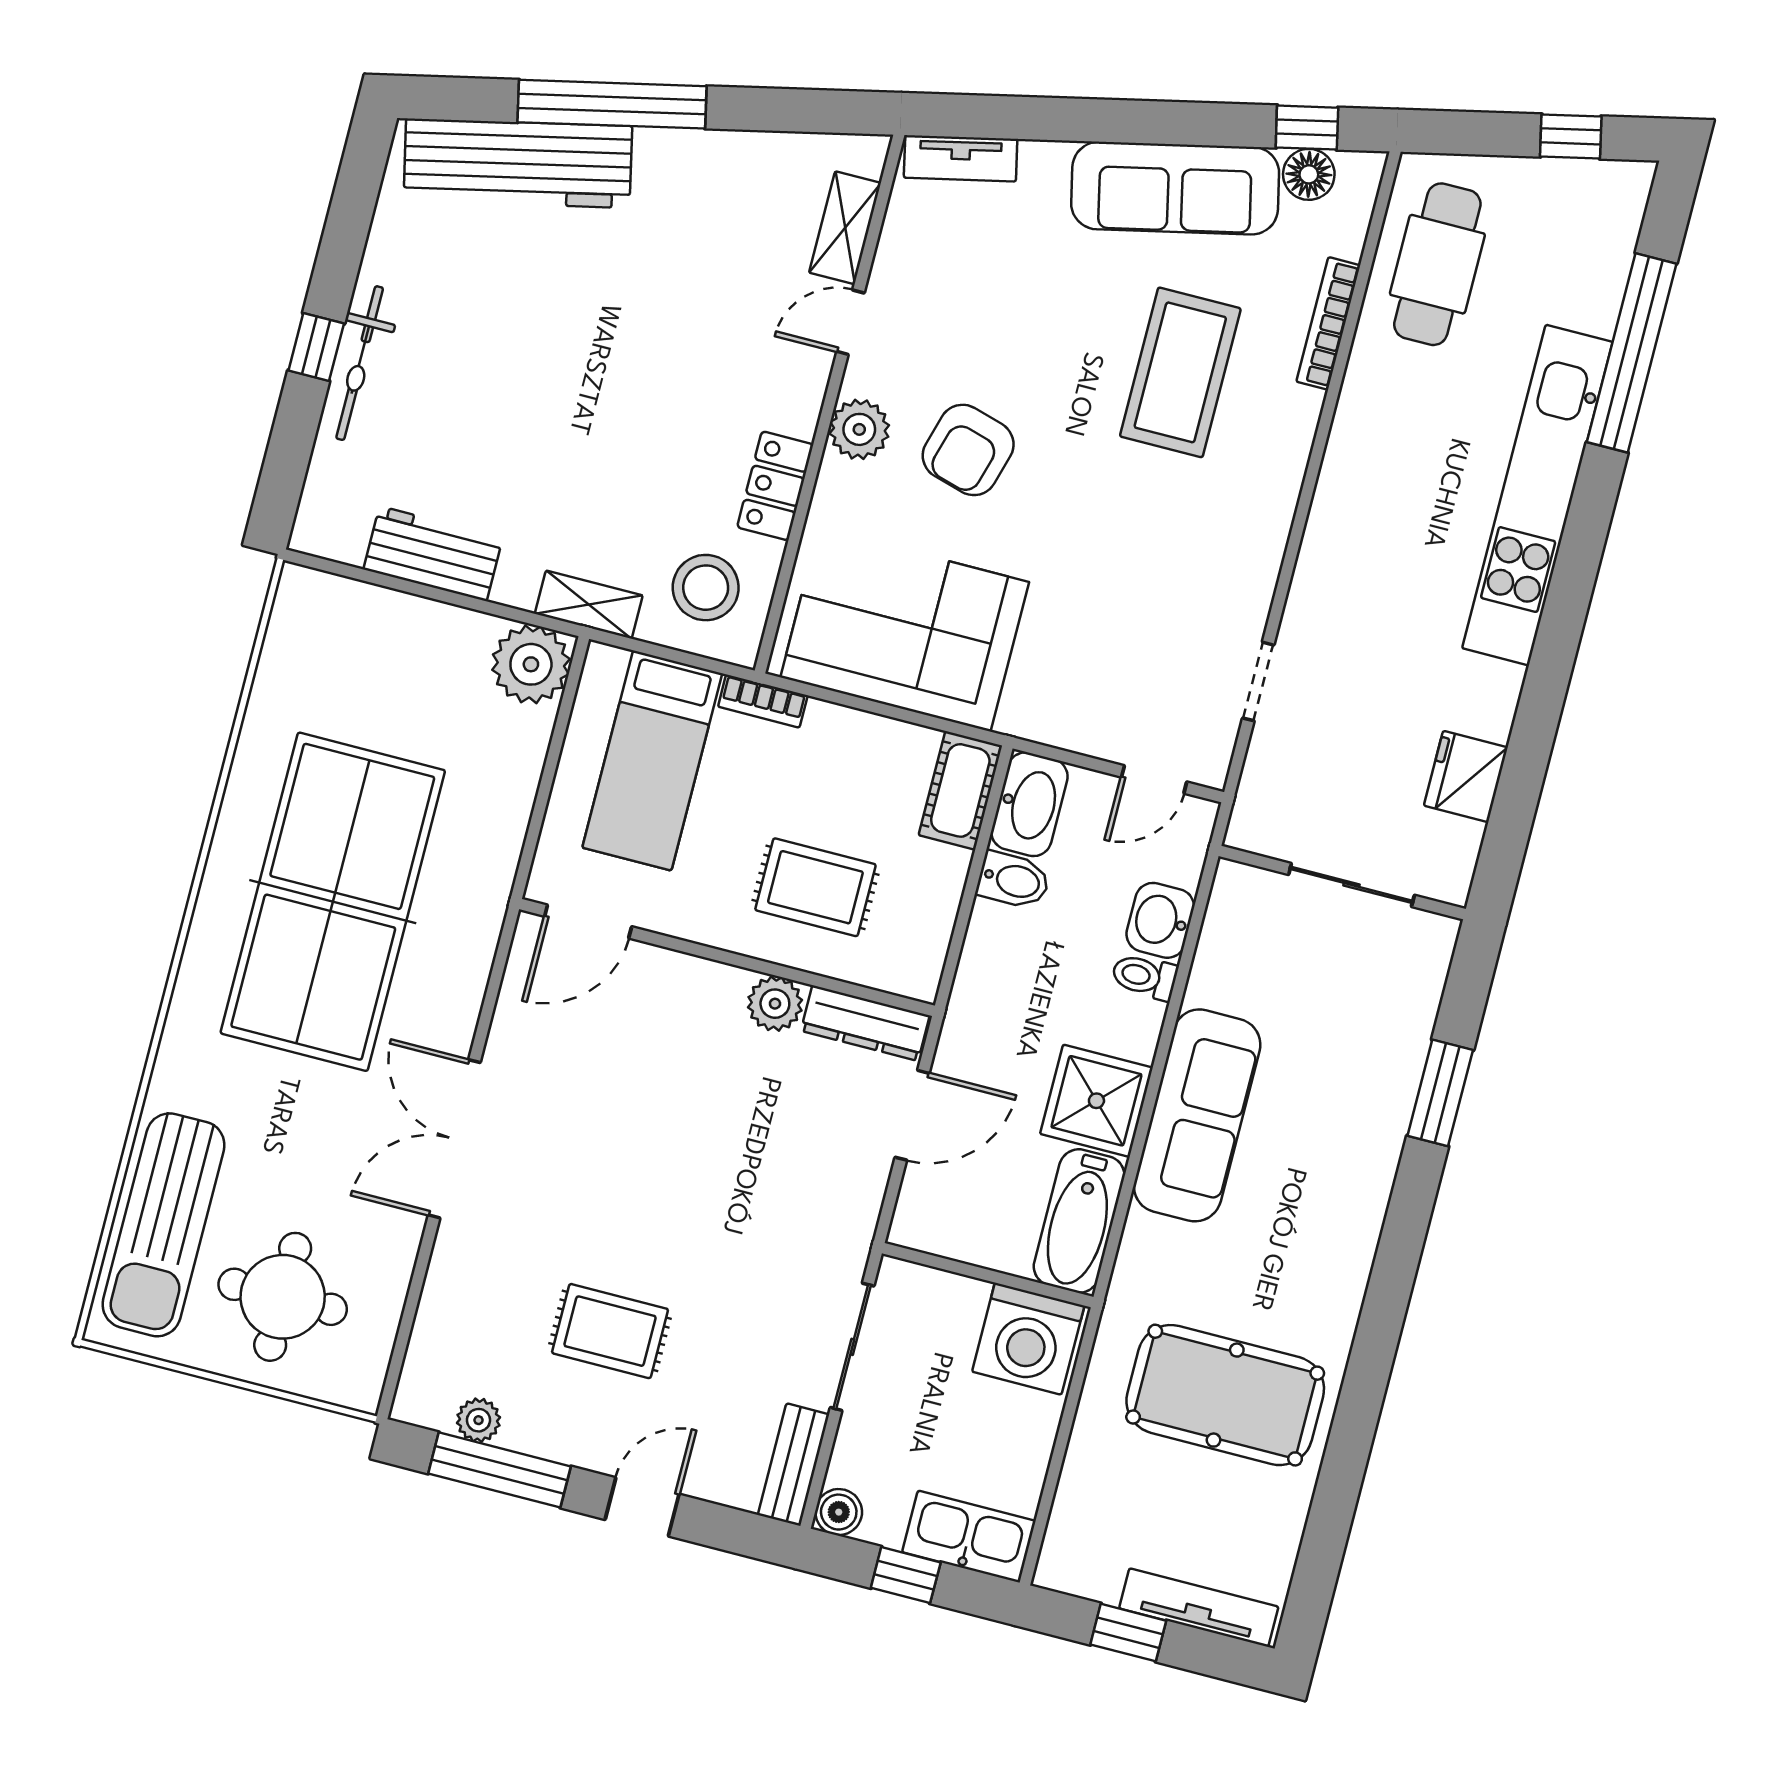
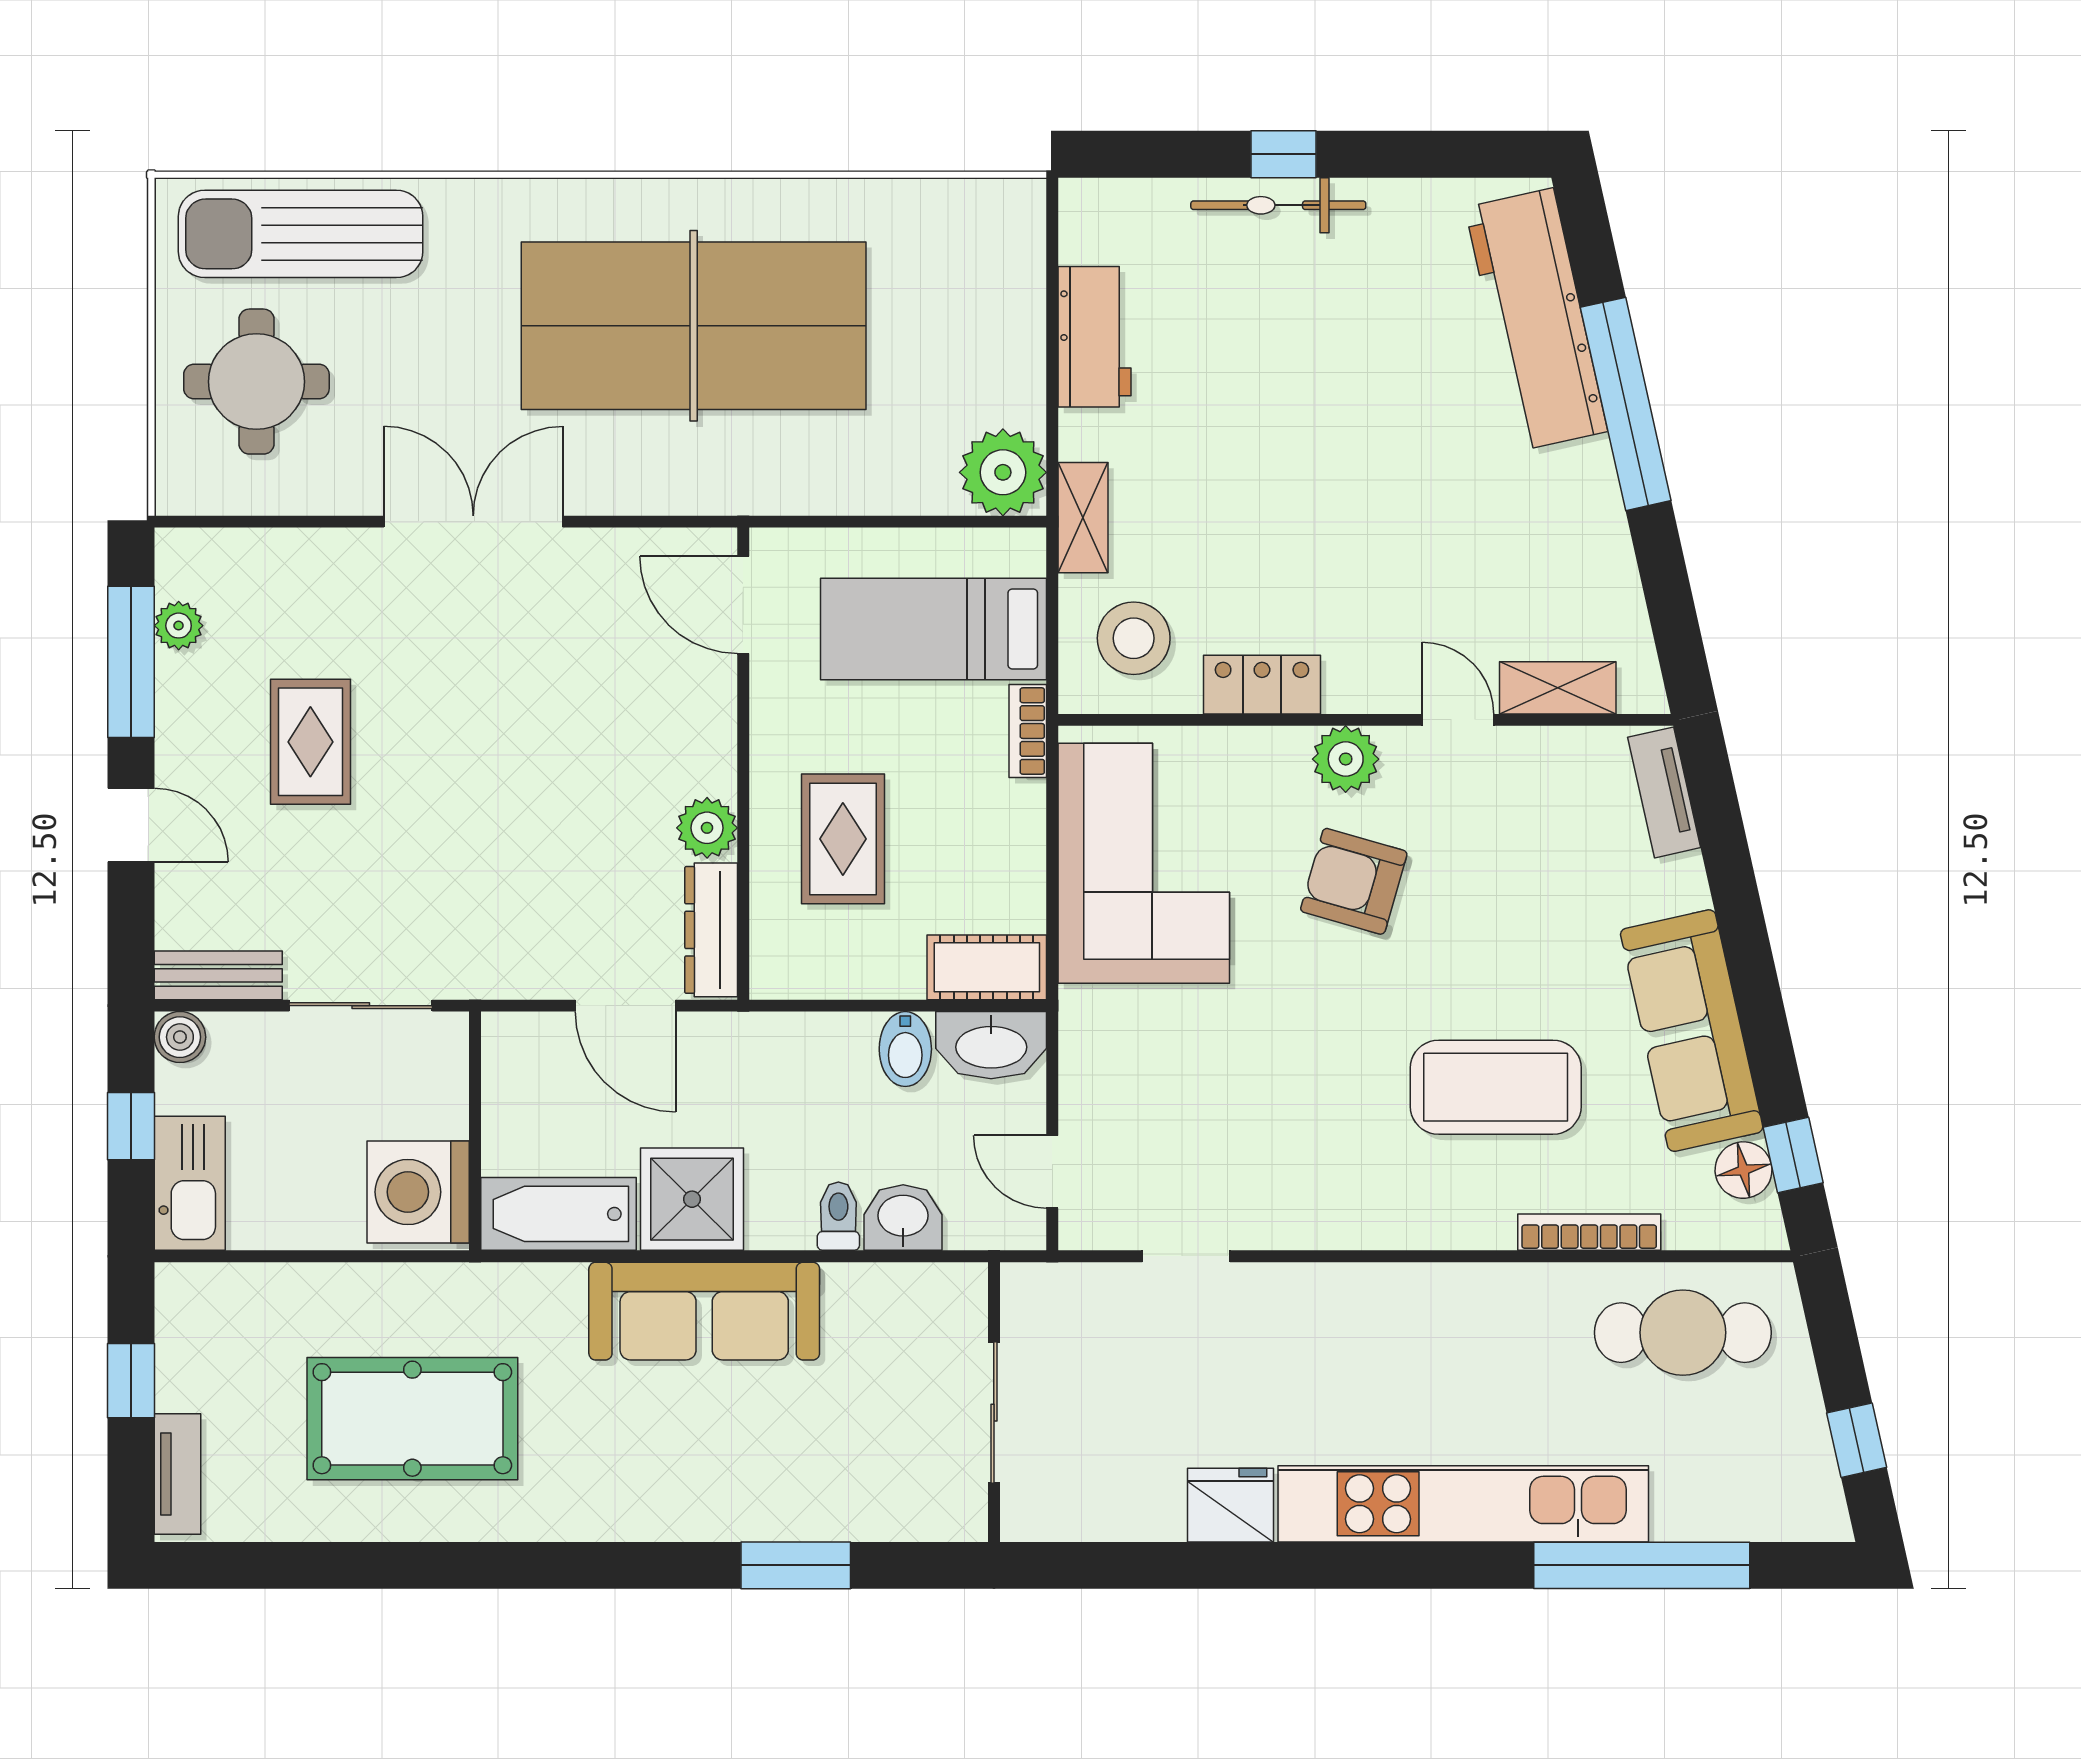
fridge: (1466, 777) -> (1230, 1505), moved
pool table: (1225, 1395) -> (412, 1419), turned 90
tv unit: (1199, 1607) -> (177, 1474), width x0.71

